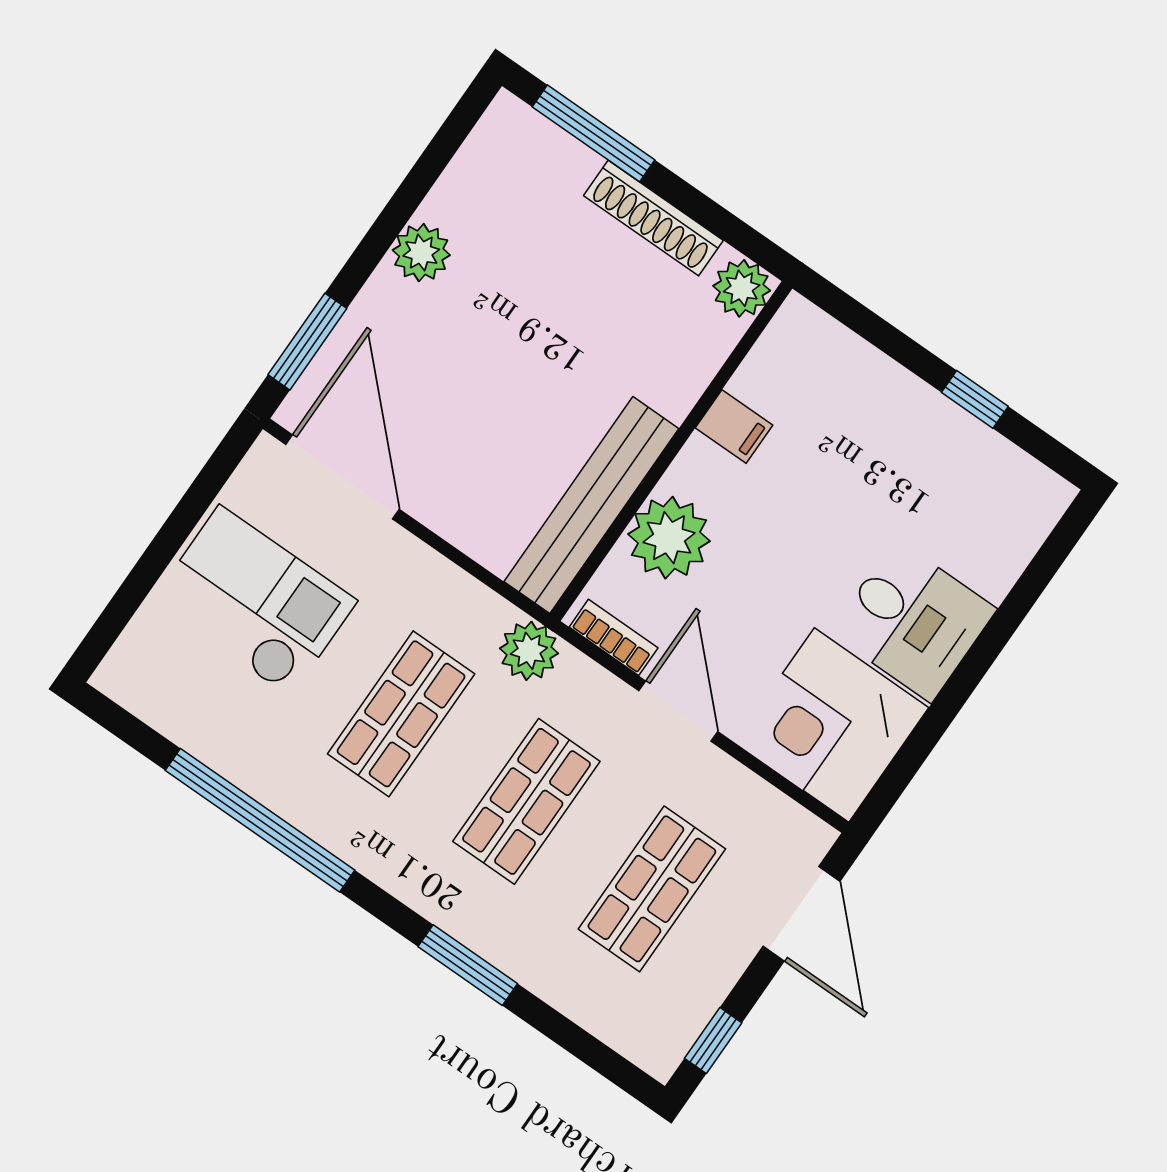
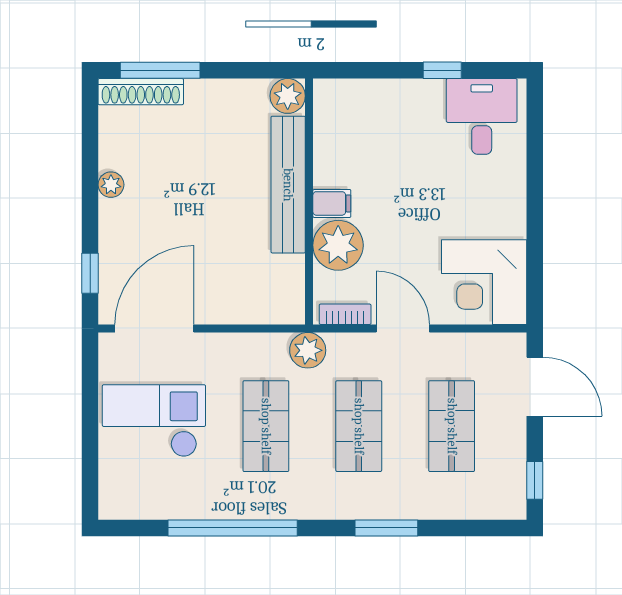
shoe rack: (653, 218) -> (141, 92), moved
plant: (421, 253) -> (111, 185), width x0.73, depth x0.73
window: (307, 342) -> (90, 273), width x0.67
filing cabinet: (734, 426) -> (332, 203), moved
door: (342, 477) -> (154, 328), hinge flipped
bench: (591, 505) -> (288, 185), moved
desk: (913, 621) -> (482, 116), moved, turned -90

